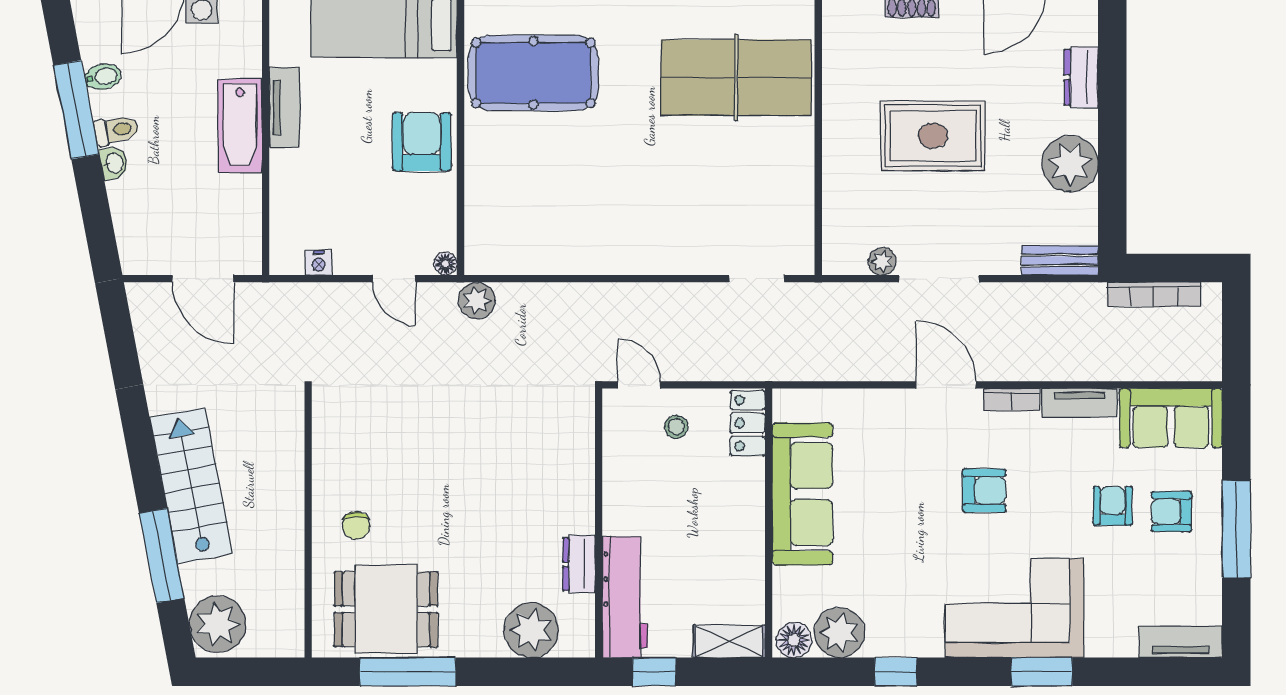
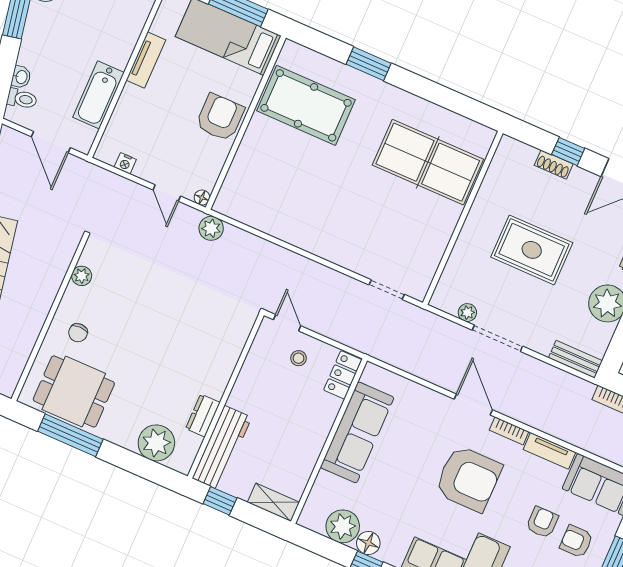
bathtub: (240, 126) -> (98, 95), moved
toilet: (117, 130) -> (22, 99), moved
washbasin: (114, 163) -> (21, 77), moved
plant: (327, 445) -> (82, 276), added
armchair: (984, 490) -> (468, 479), width x1.88, depth x1.88
floor lamp: (794, 640) -> (368, 543), moved

